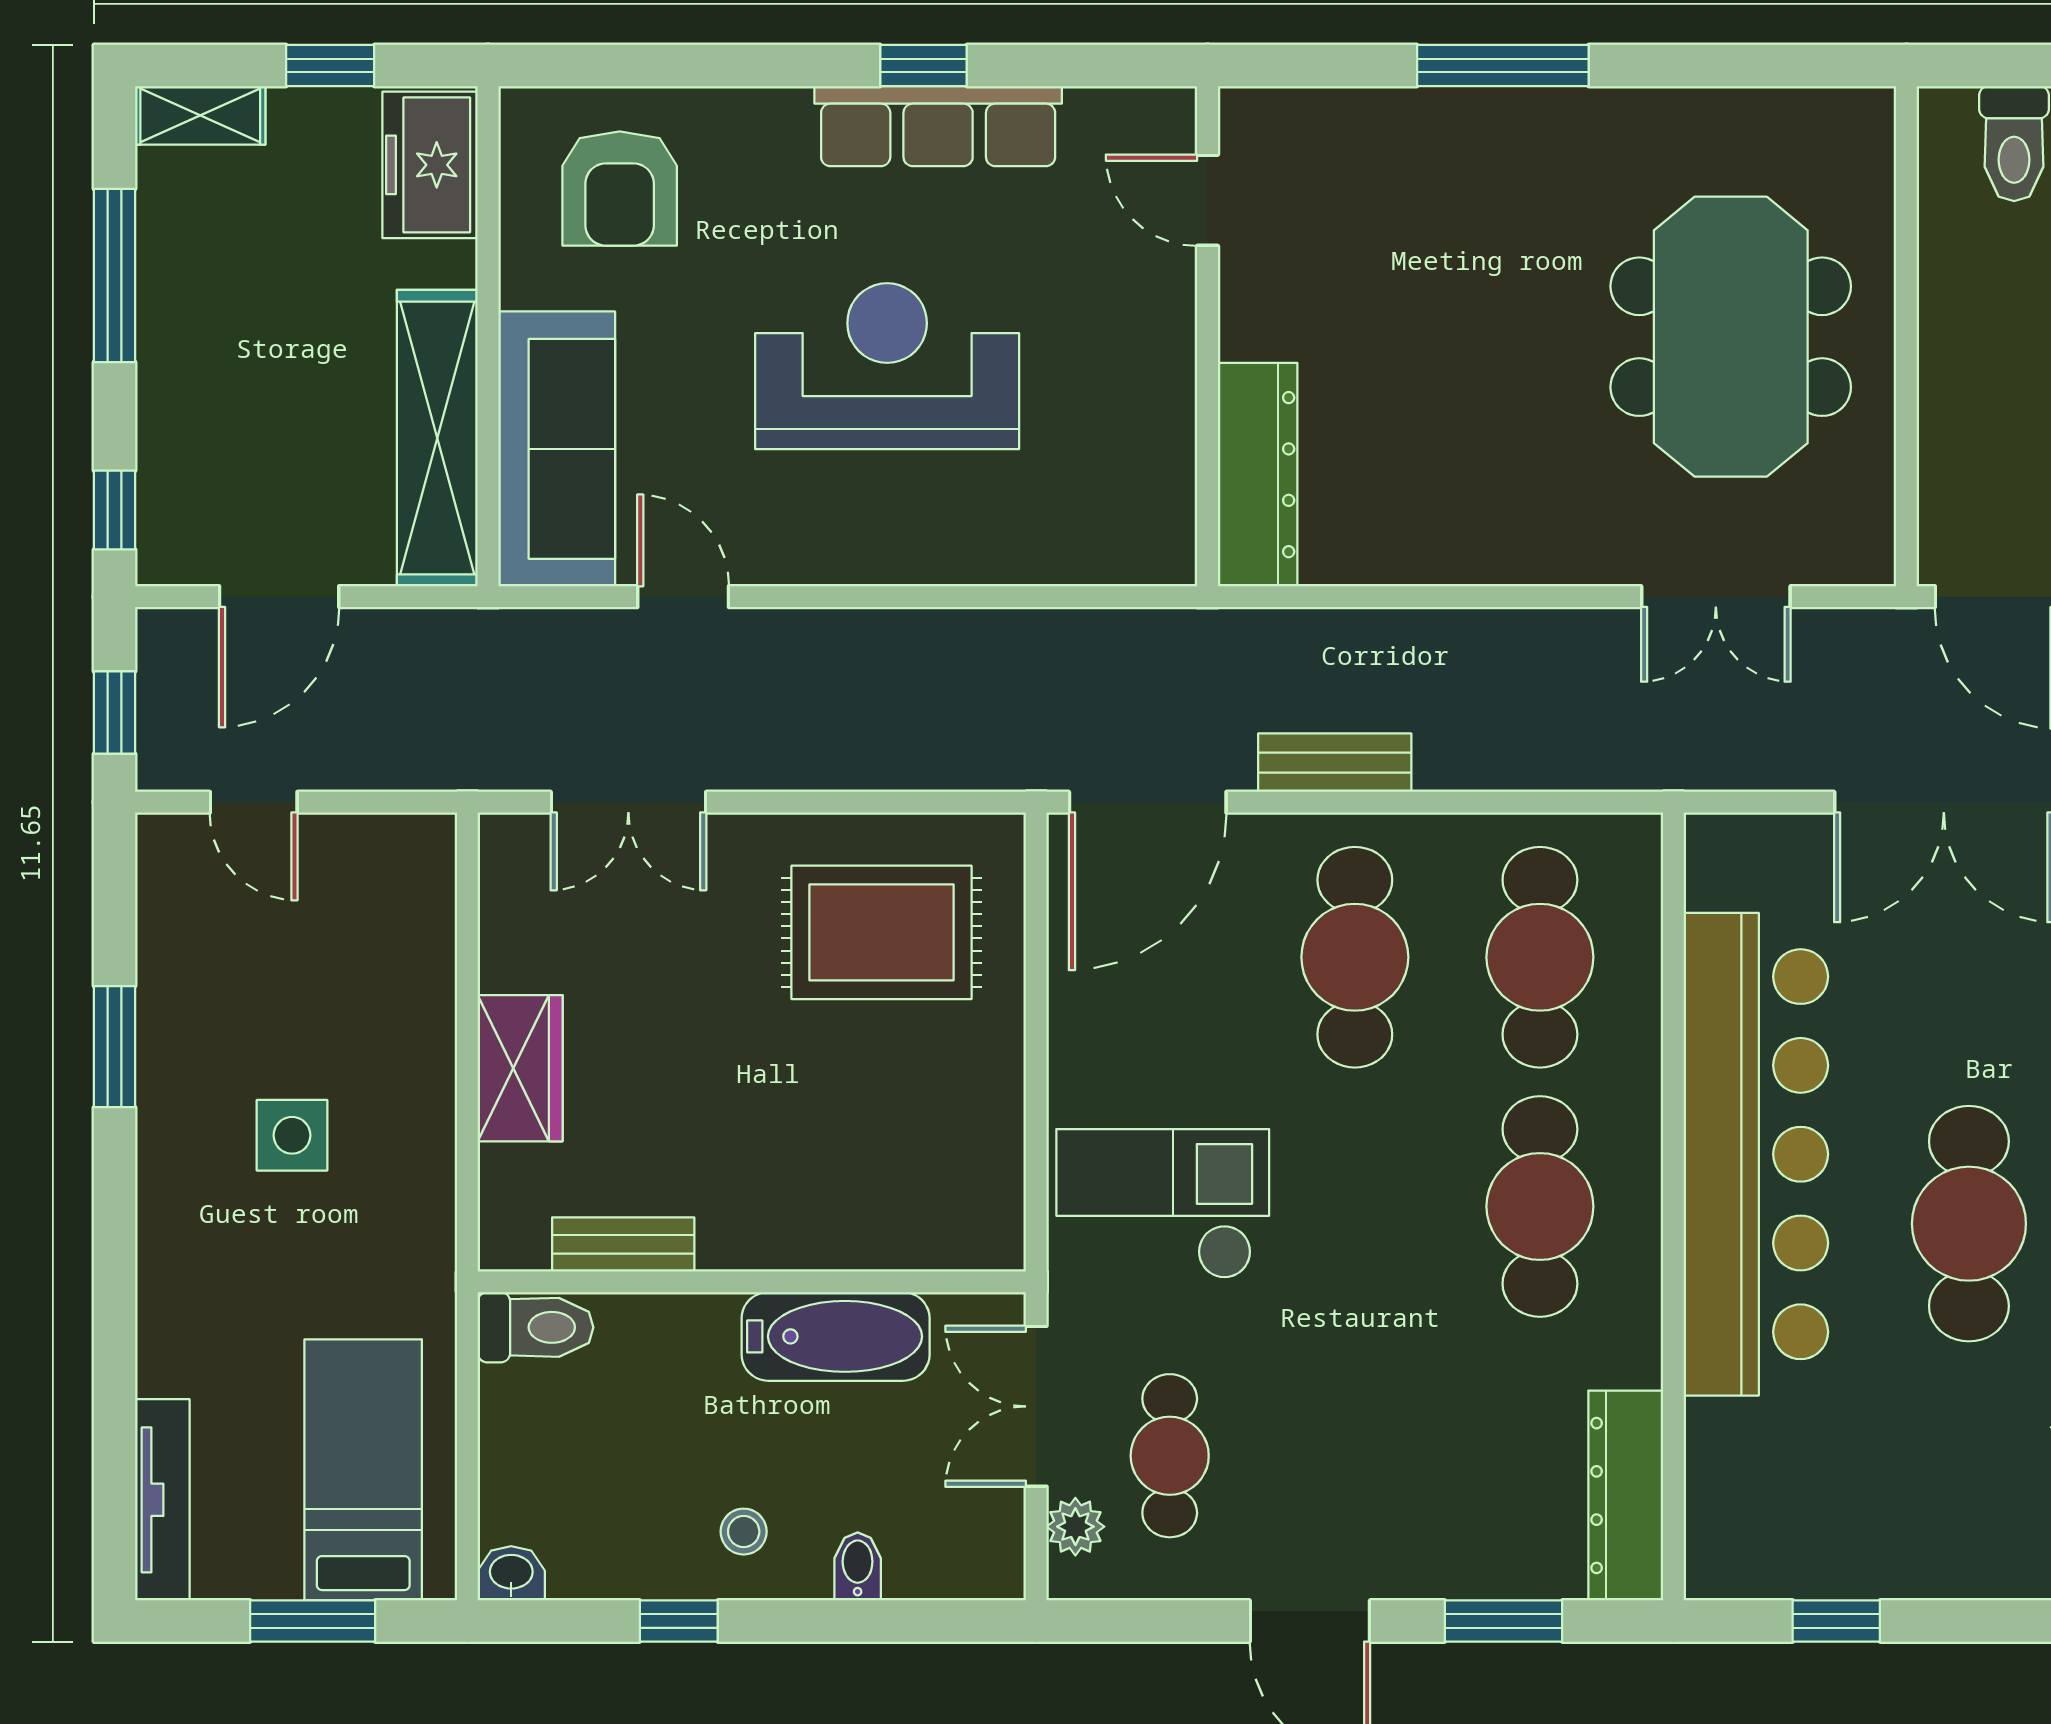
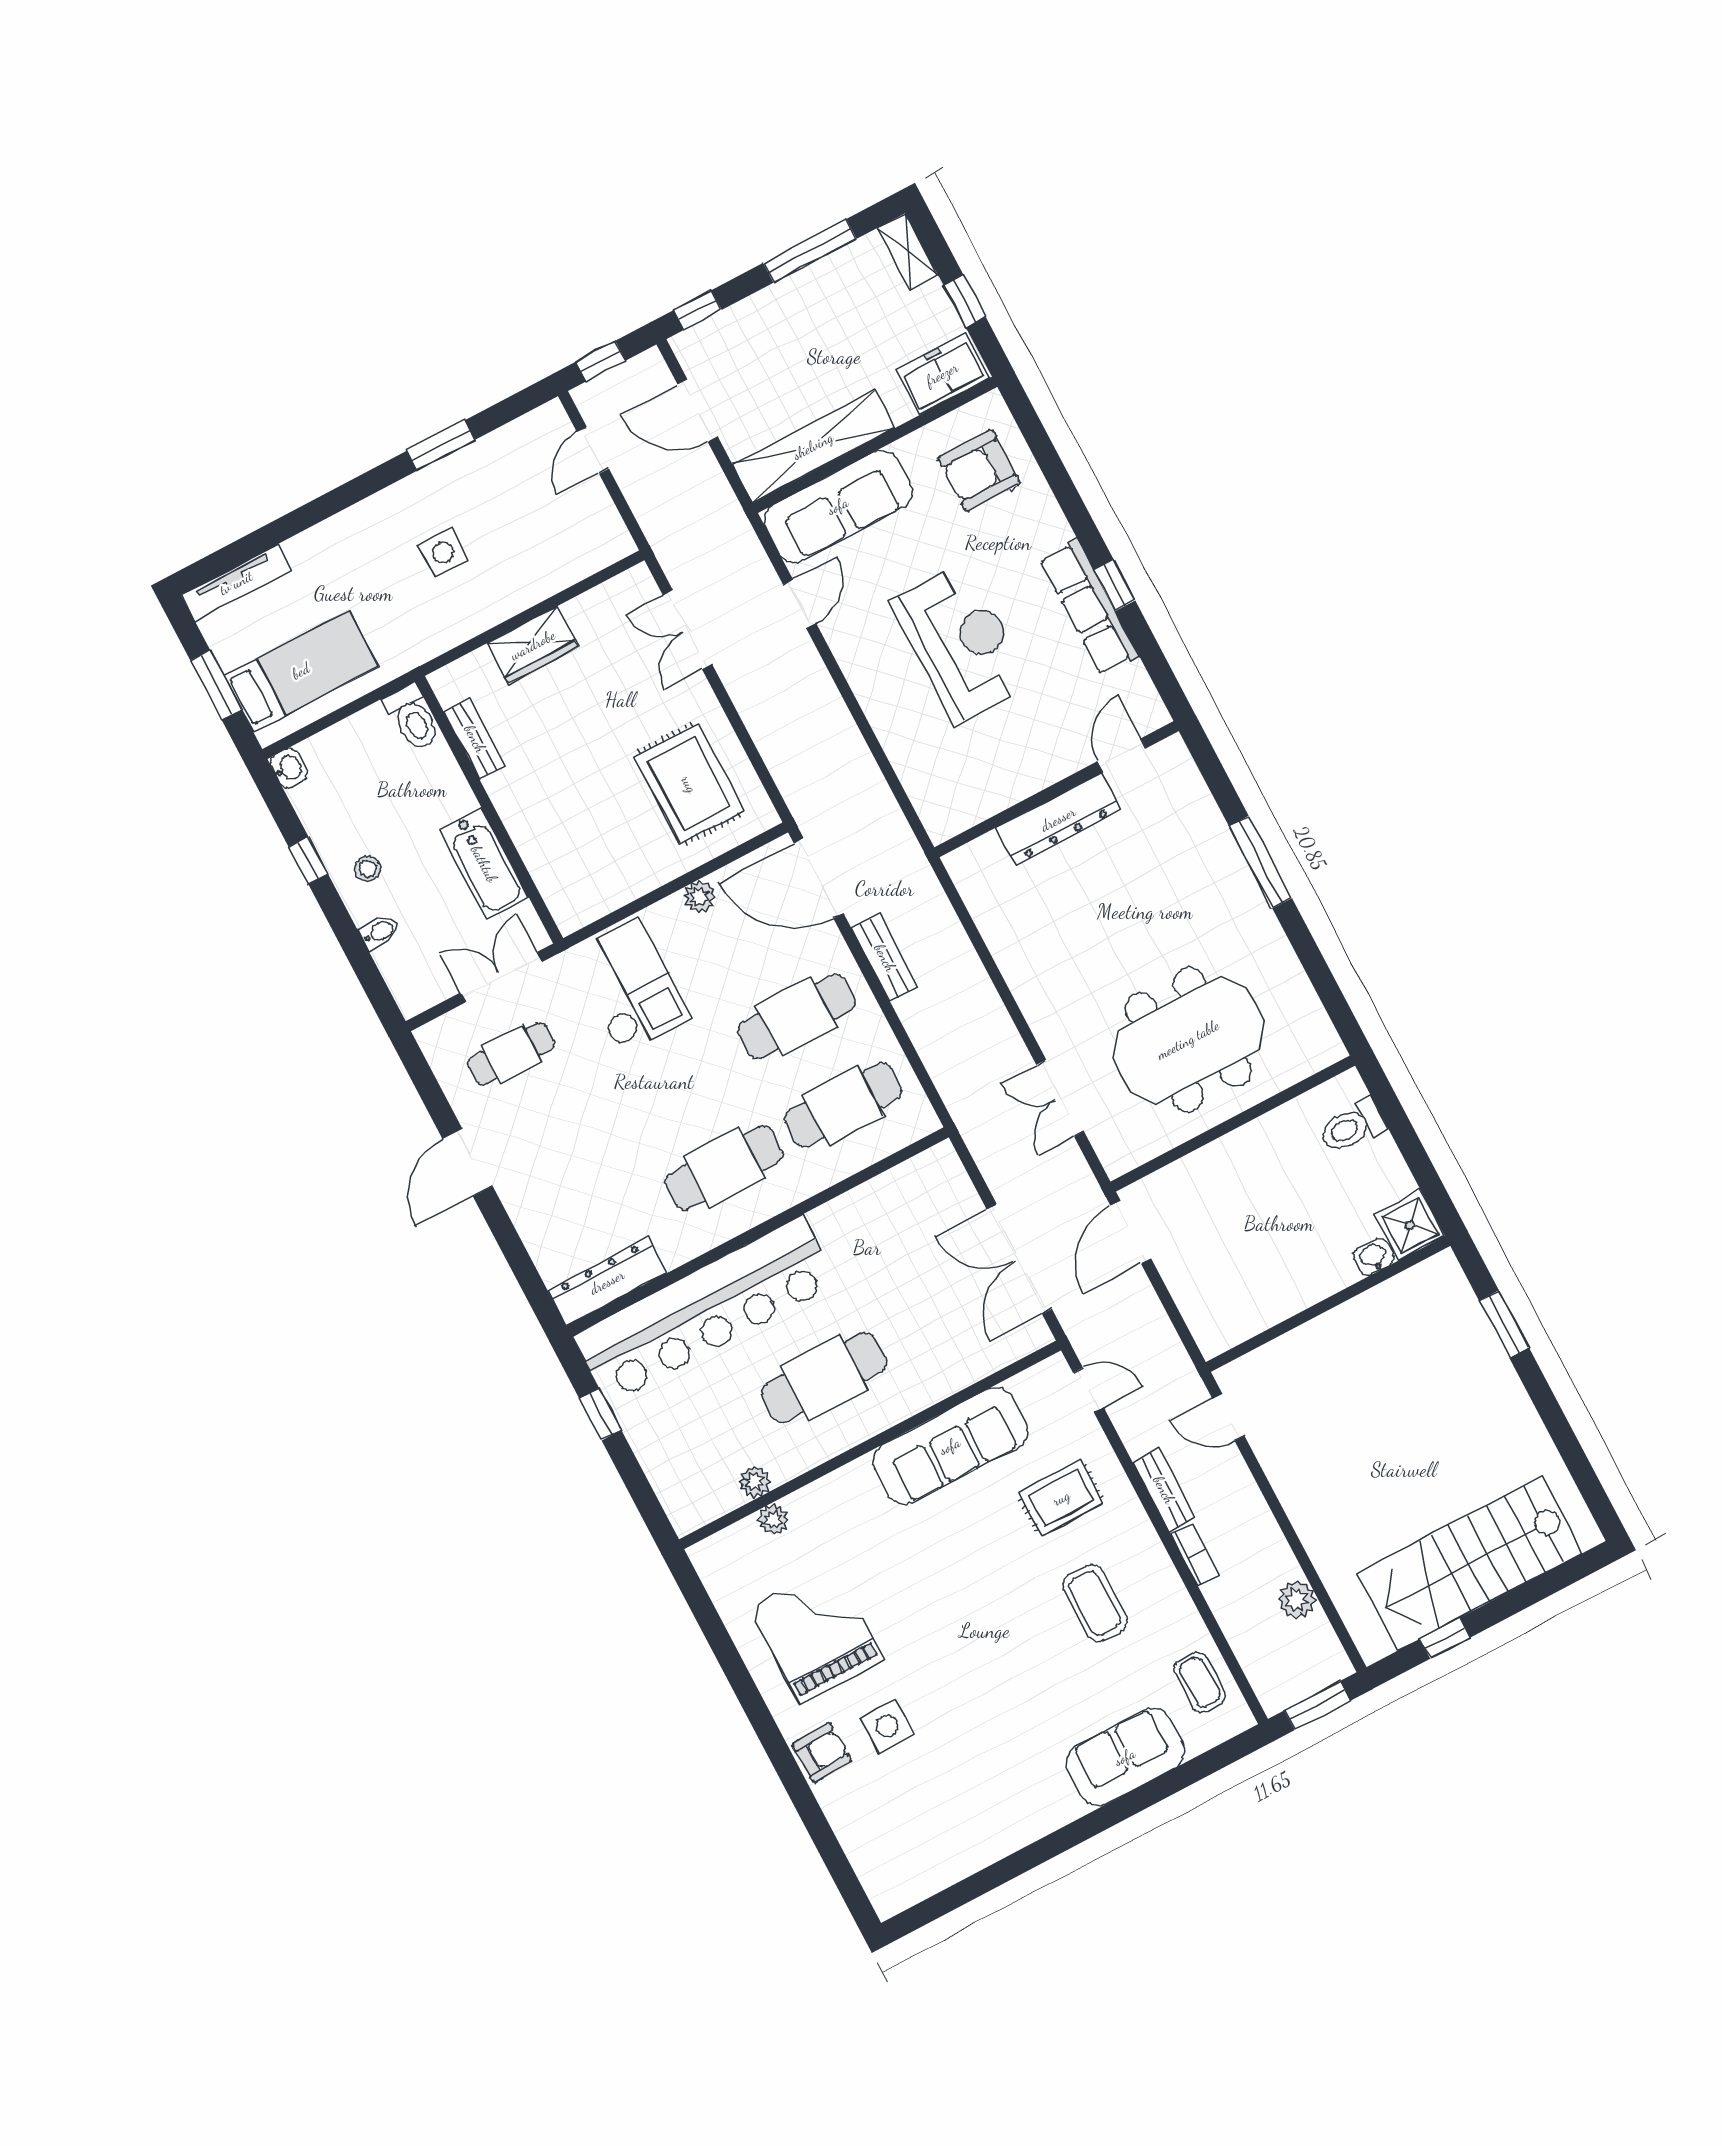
dresser: (1258, 475) -> (1058, 819), moved
bar counter: (1756, 1154) -> (705, 1310), moved
plant: (1075, 1527) -> (699, 897), moved
window: (1503, 1621) -> (516, 1255), removed

